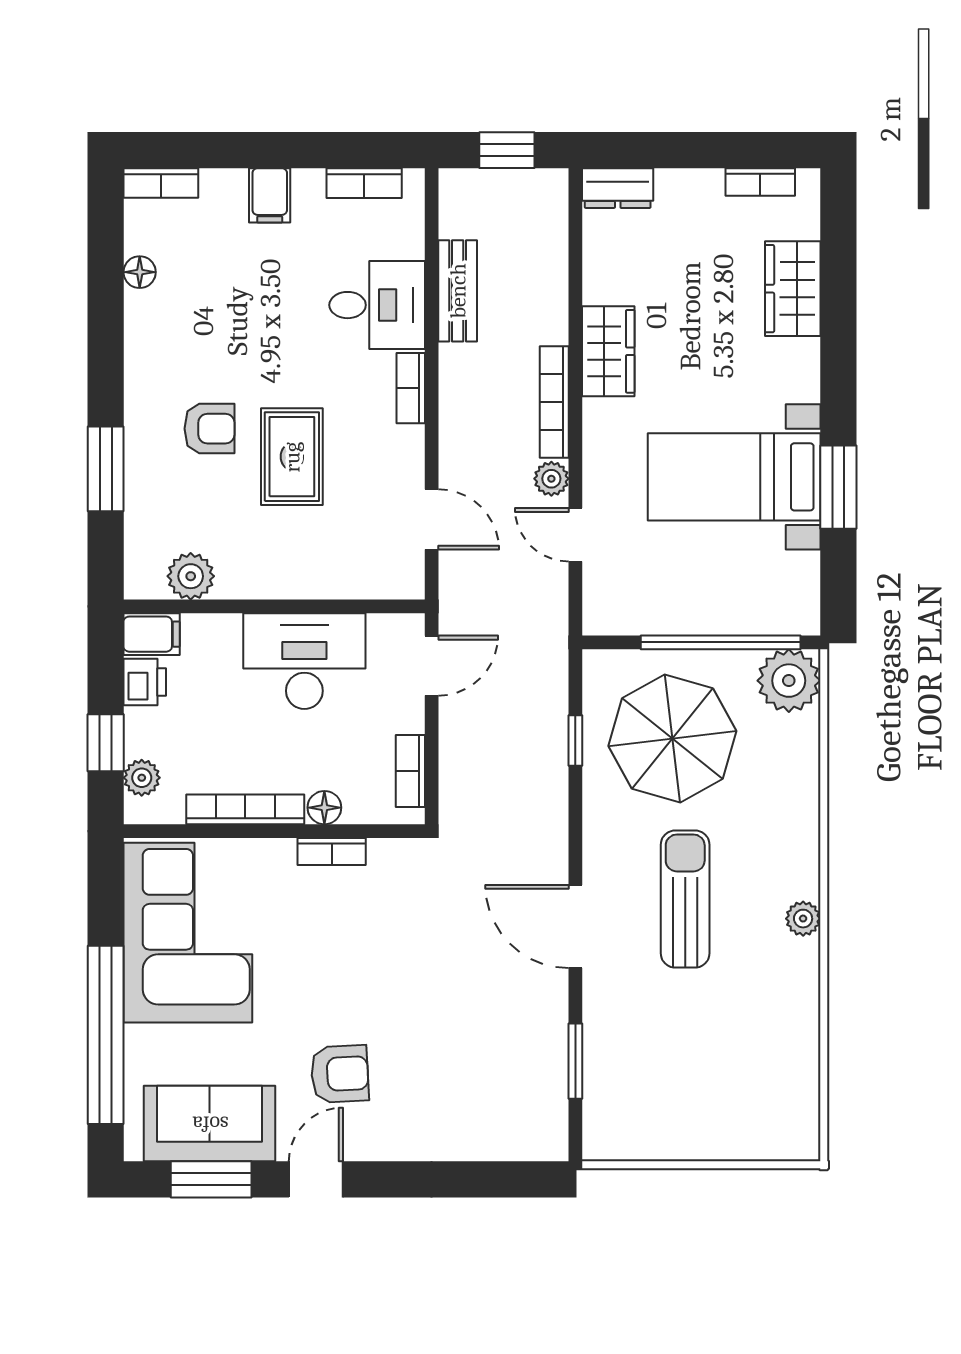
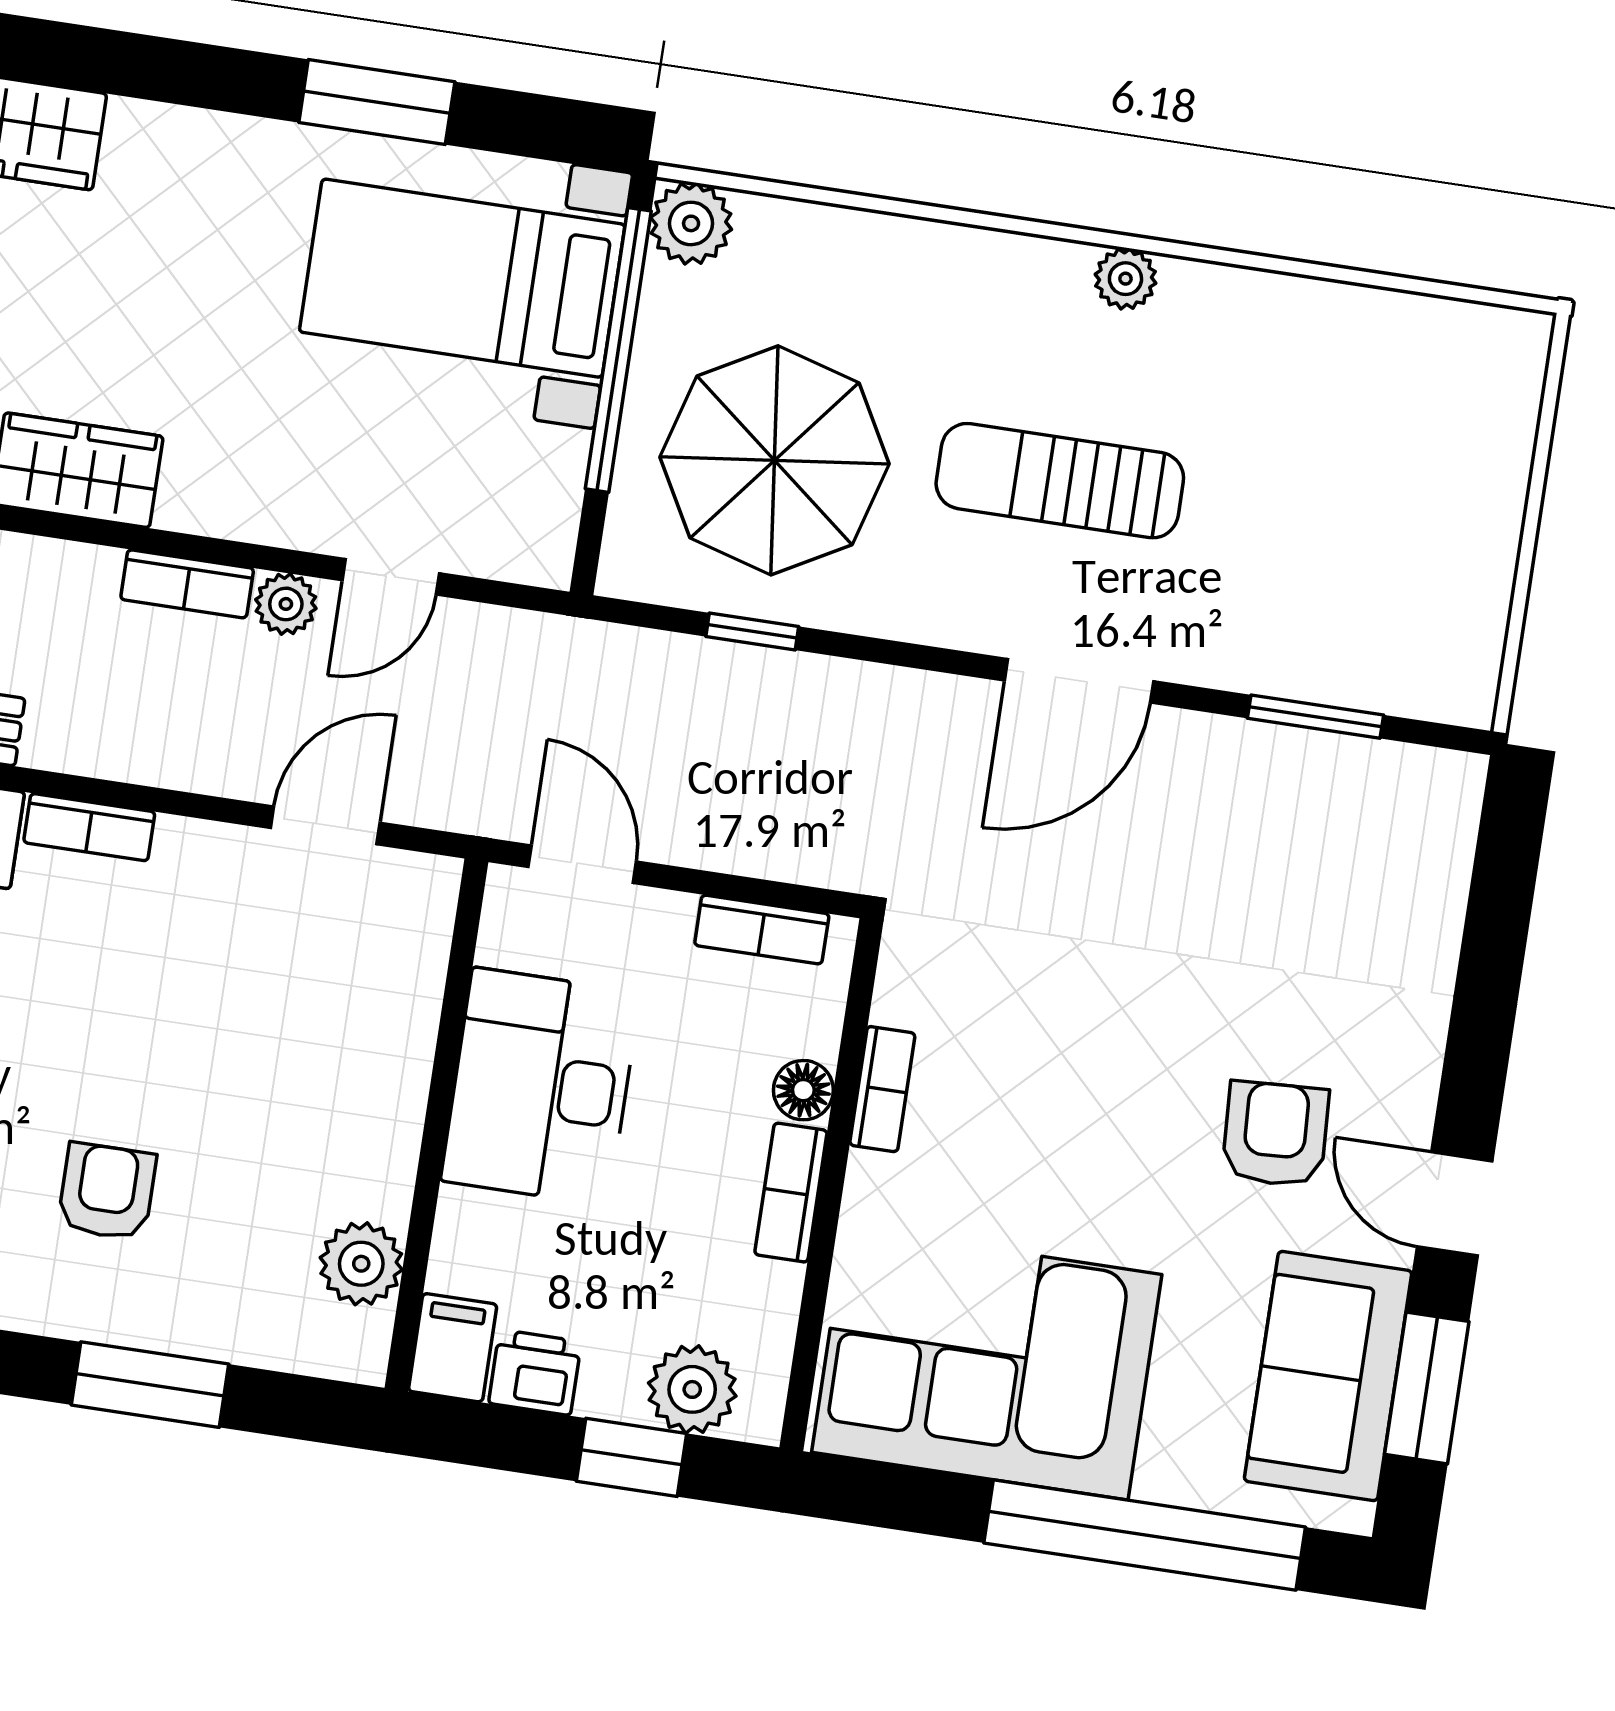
bookcase: (554, 402) -> (187, 584), width x0.64
rug: (292, 457) -> (178, 1054), removed
bed with nightstands: (734, 477) -> (462, 278), moved, turned 90
plant: (789, 681) -> (691, 223), width x0.73, depth x0.73
plant: (142, 778) -> (692, 1389), width x1.38, depth x1.38
bookcase: (245, 809) -> (791, 1193), width x0.64

